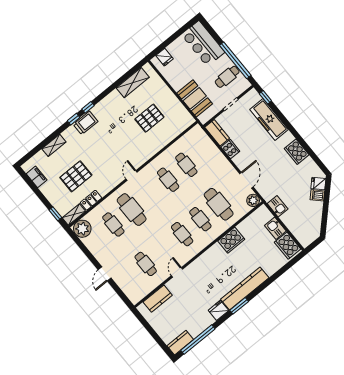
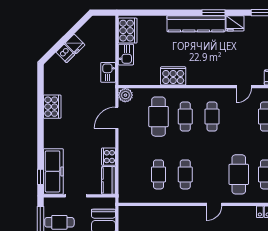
freezer: (269, 119) -> (53, 171), moved
fridge: (318, 183) -> (75, 44), moved

